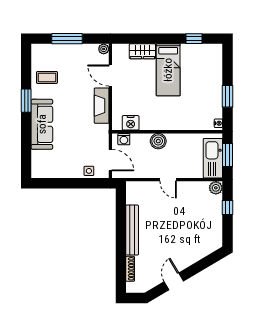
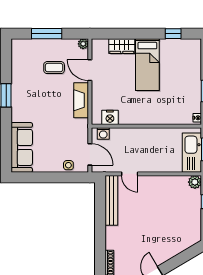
coffee table: (47, 77) -> (54, 68), moved
sofa: (42, 124) -> (22, 147), moved
boiler: (158, 141) -> (137, 136), removed
door: (168, 180) -> (130, 174), moved
bench: (132, 230) -> (111, 200), moved

